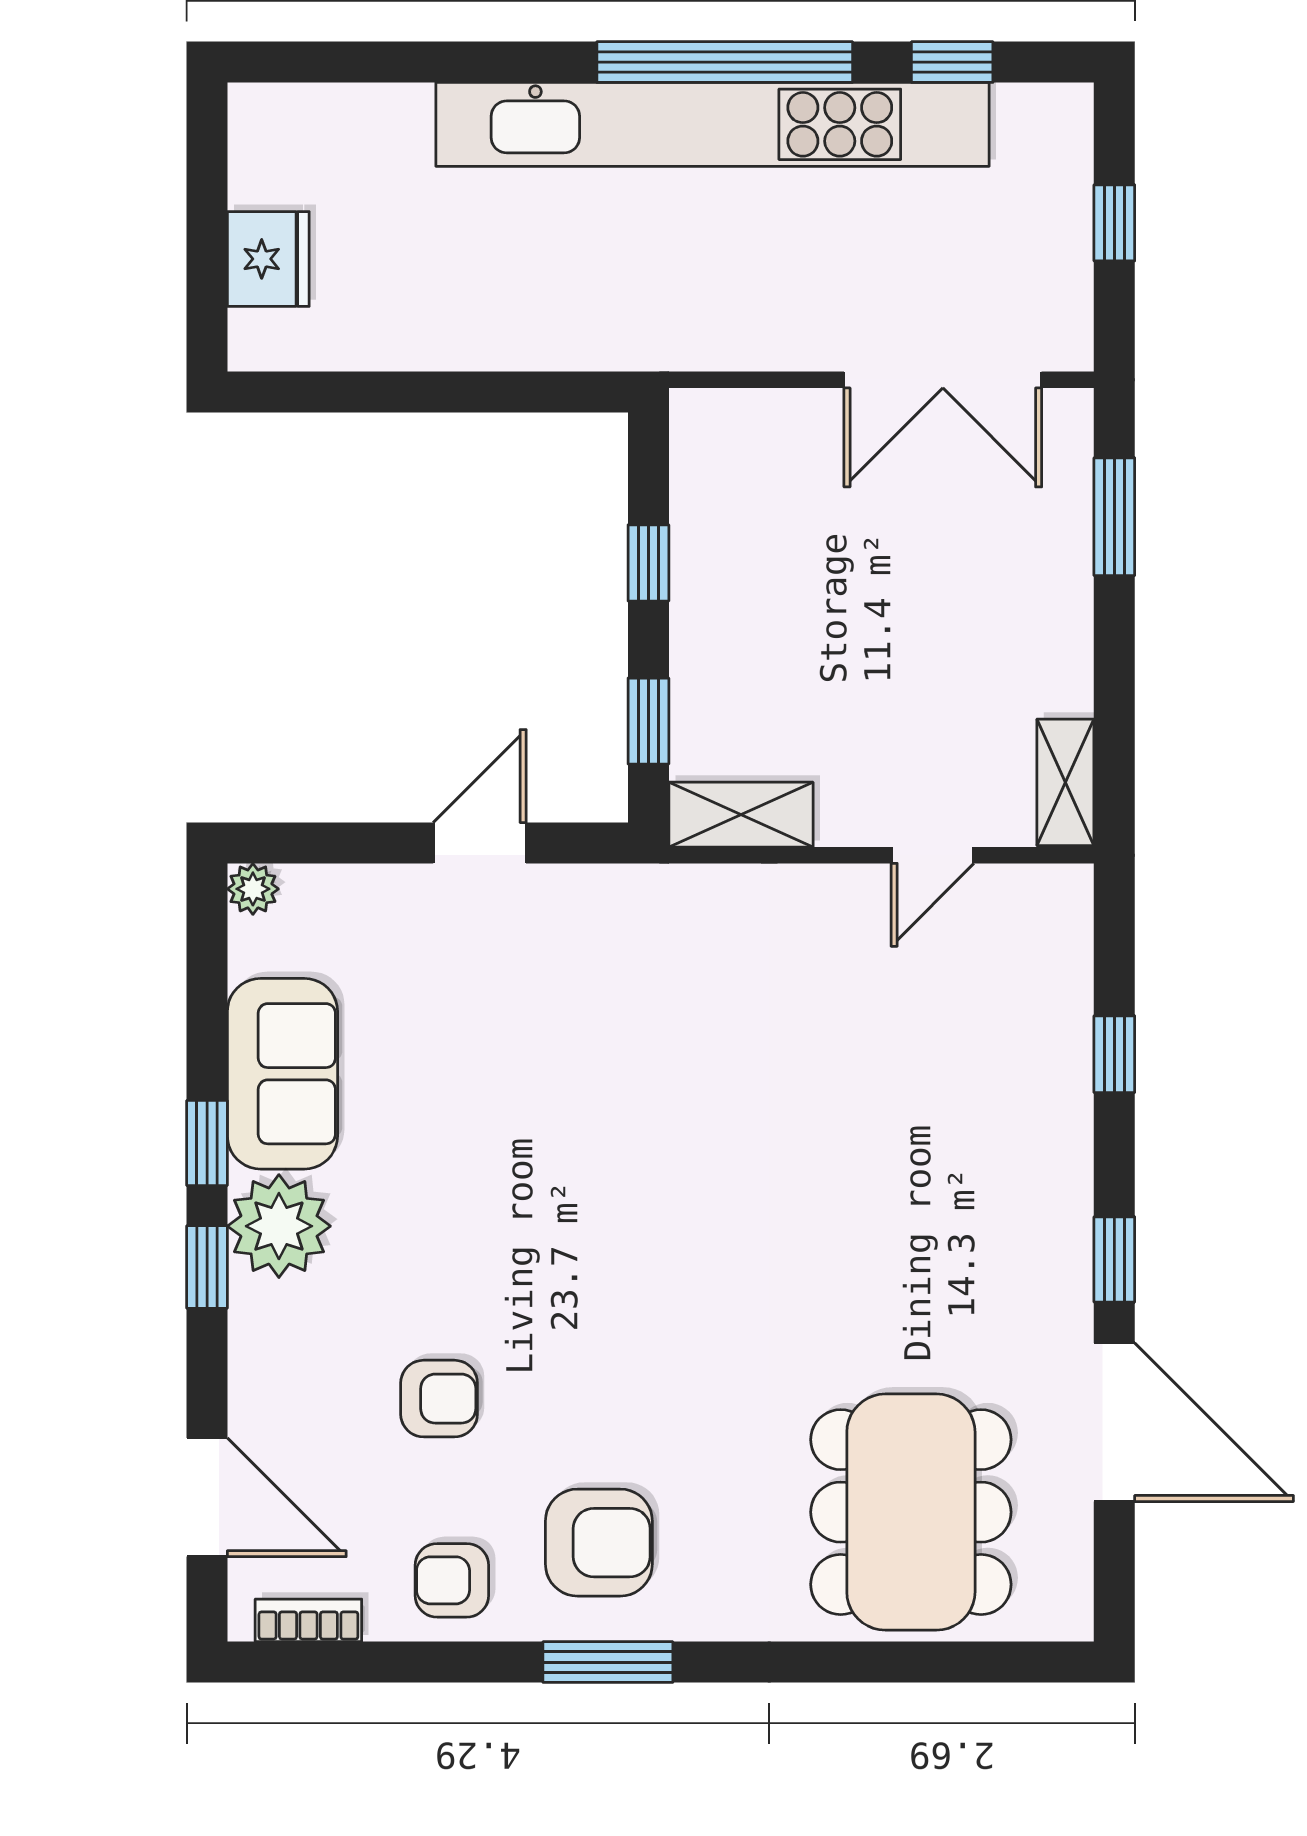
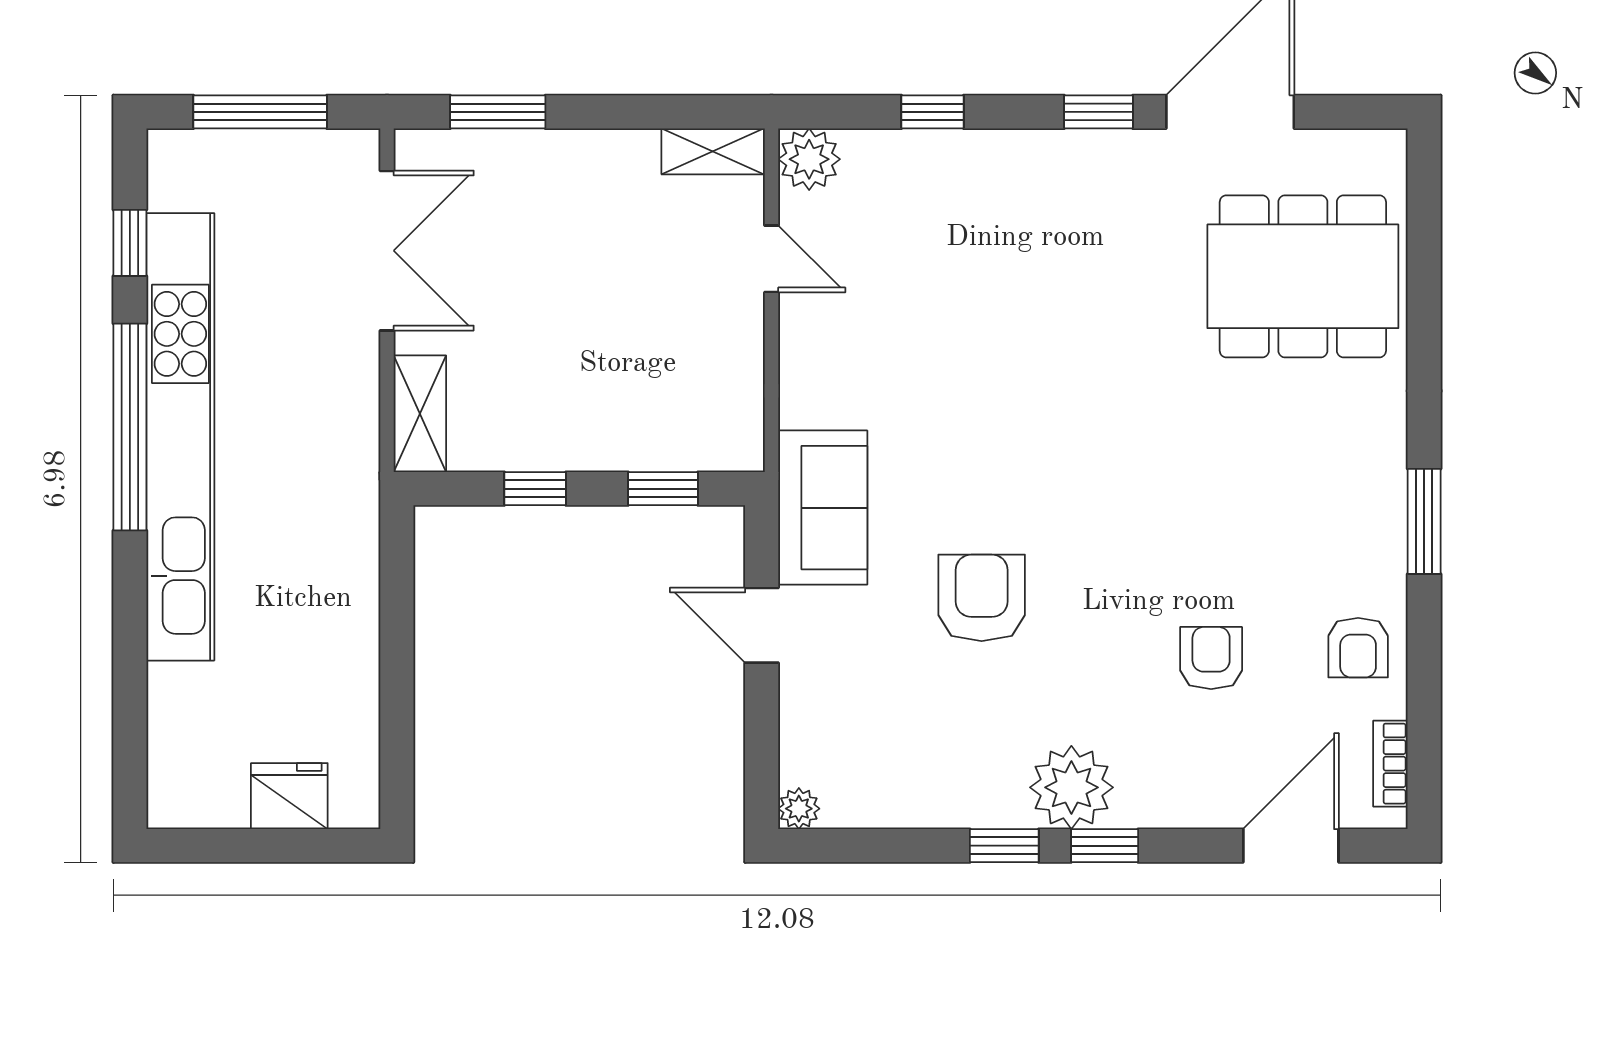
window: (1114, 223) -> (260, 112), width x2.17
shelving: (741, 815) -> (420, 414), moved
plant: (1056, 902) -> (809, 159), added
sofa: (282, 1074) -> (823, 508), moved, turned 90
armchair: (599, 1543) -> (982, 598), moved

